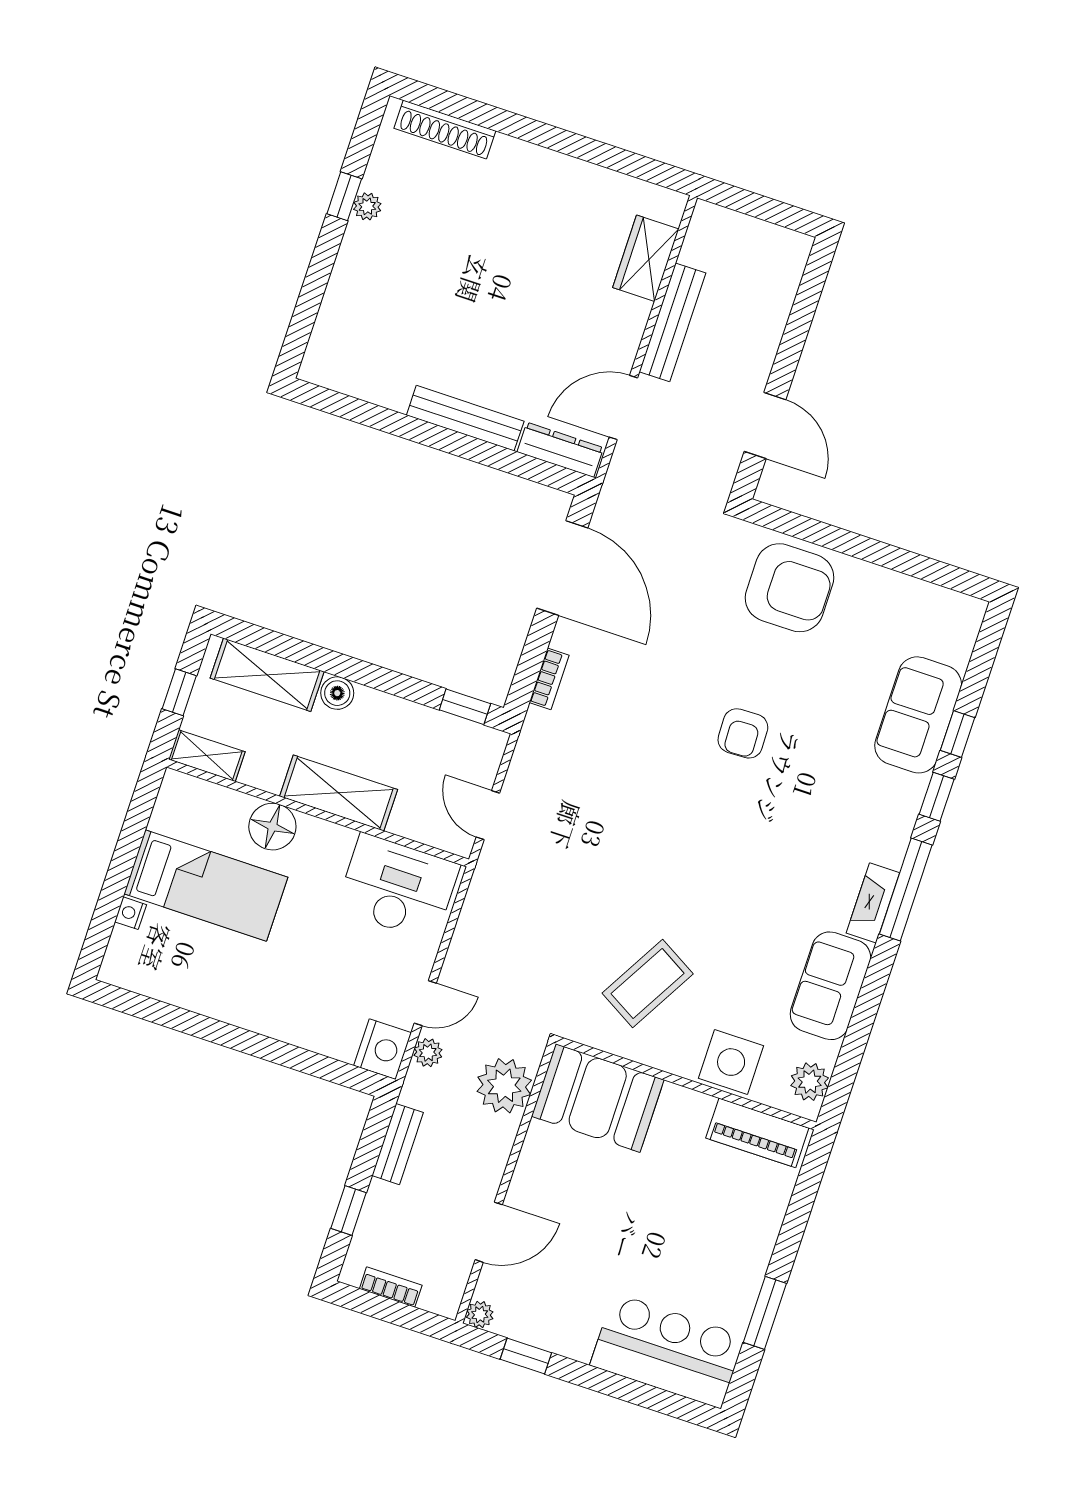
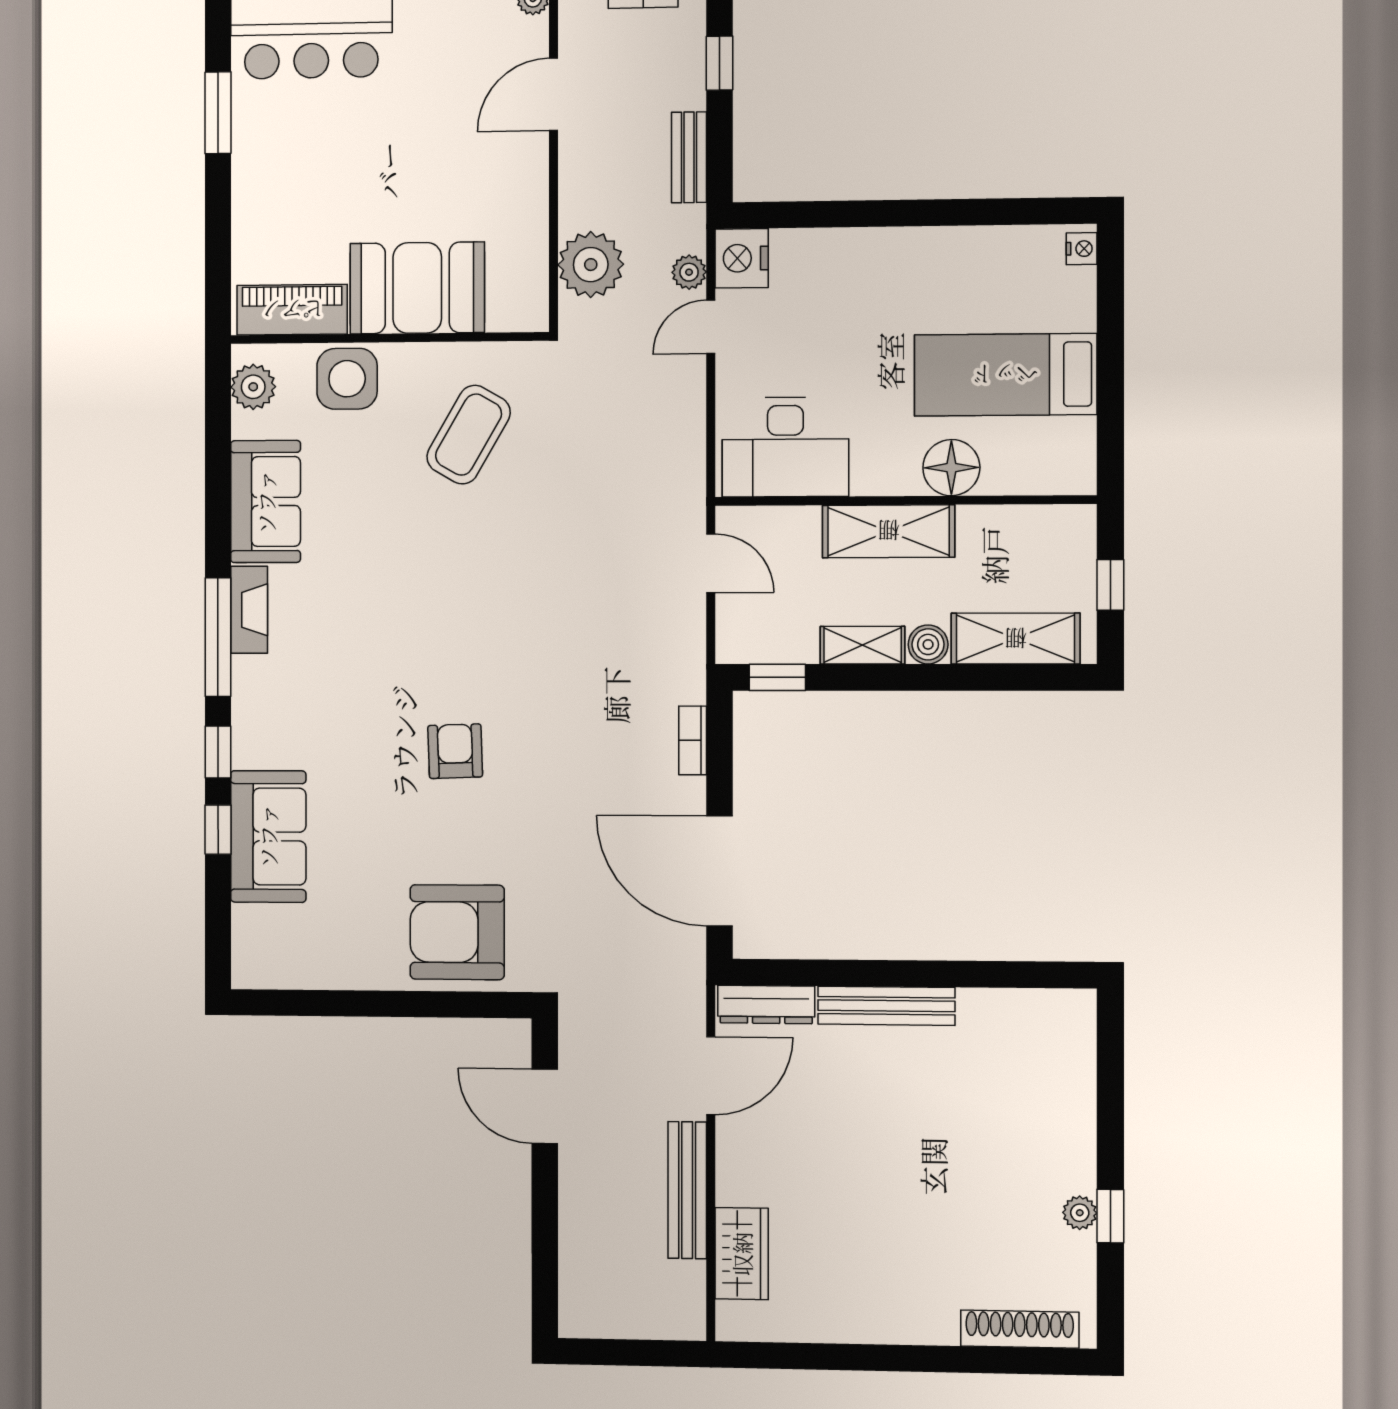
shelving: (207, 756) -> (863, 645), moved
nightstand: (131, 913) -> (1082, 249), moved
booth: (598, 1098) -> (417, 288), moved

